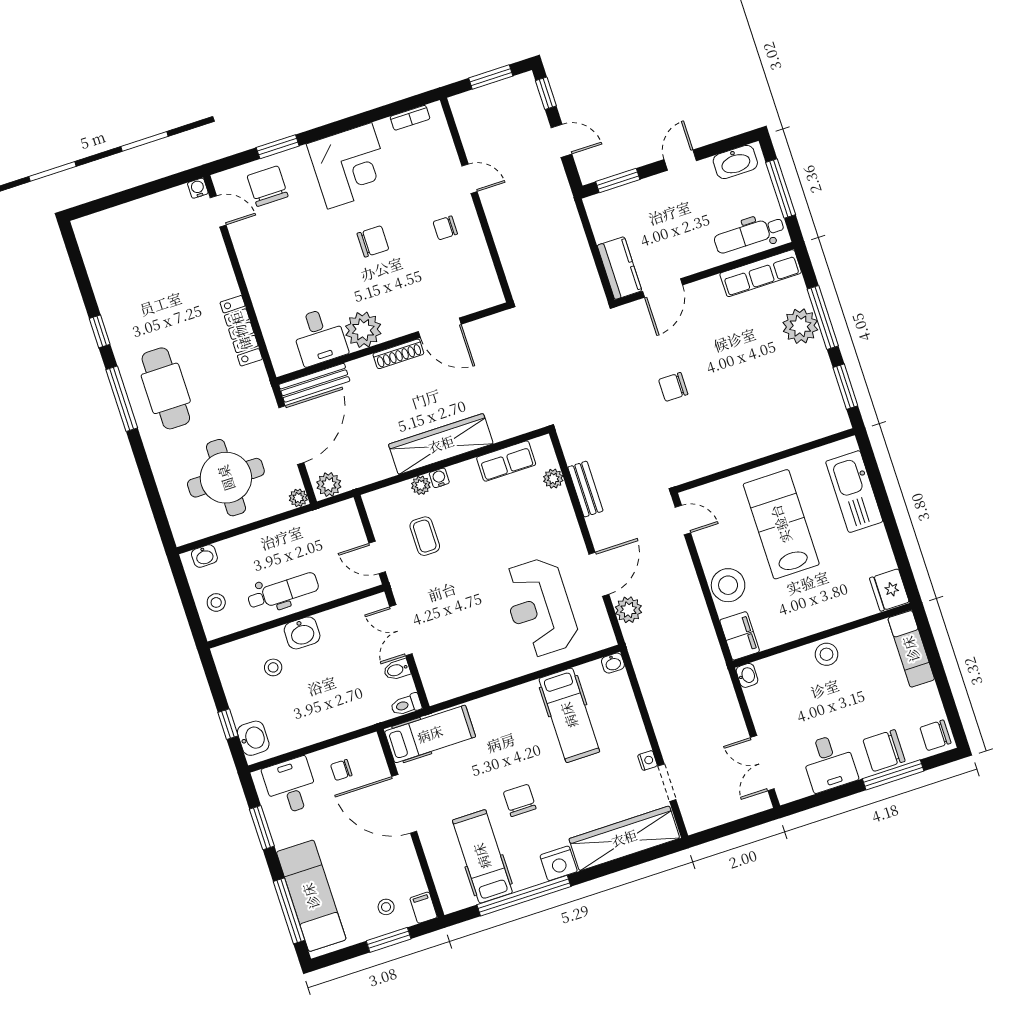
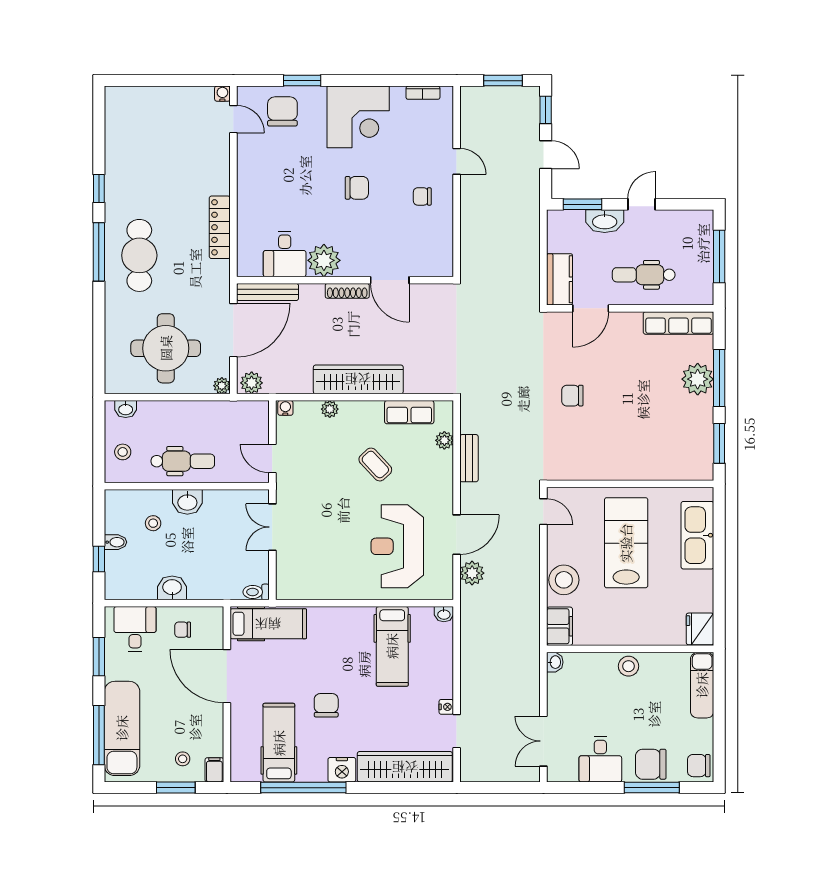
washbasin: (735, 162) -> (605, 221), moved
dental chair: (749, 235) -> (644, 275), moved
water cooler: (439, 478) -> (285, 408), moved
coffee table: (425, 536) -> (375, 465), moved, turned -43
bidet: (397, 670) -> (115, 542), moved, turned 180
washbasin: (253, 738) -> (172, 588), moved, turned -90

